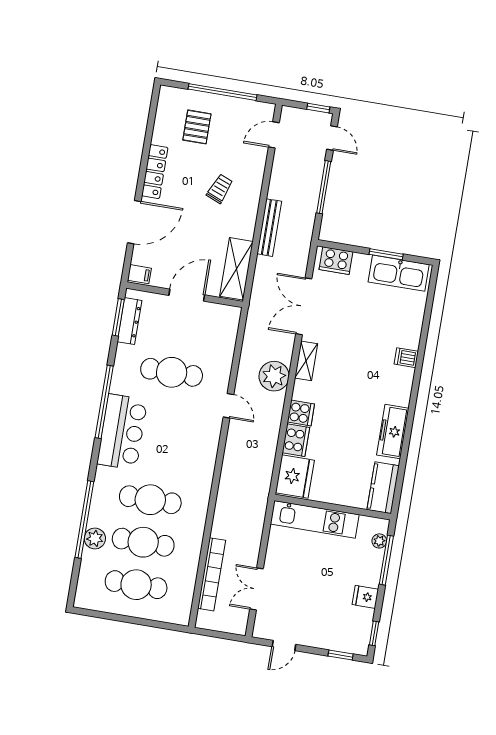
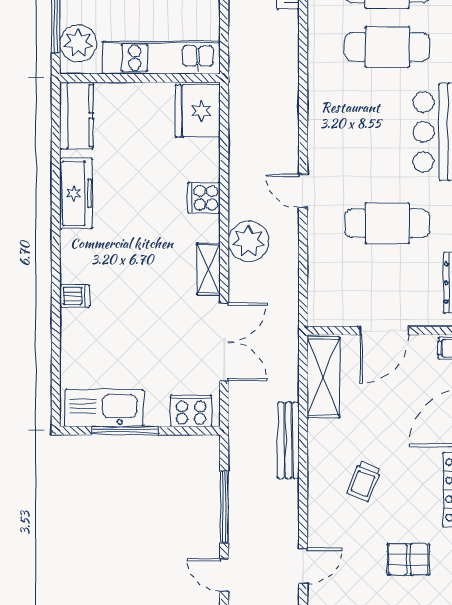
pallet: (197, 127) -> (408, 559), turned 90
window: (386, 254) -> (125, 431), width x1.44
cooker: (296, 440) -> (205, 160), removed
plant: (379, 541) -> (78, 43), width x1.87, depth x1.87

